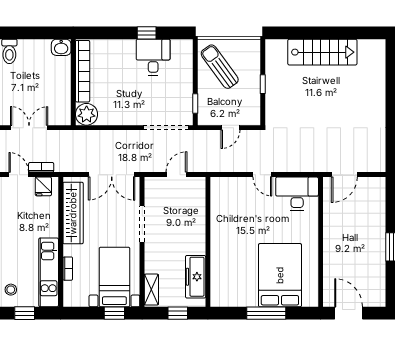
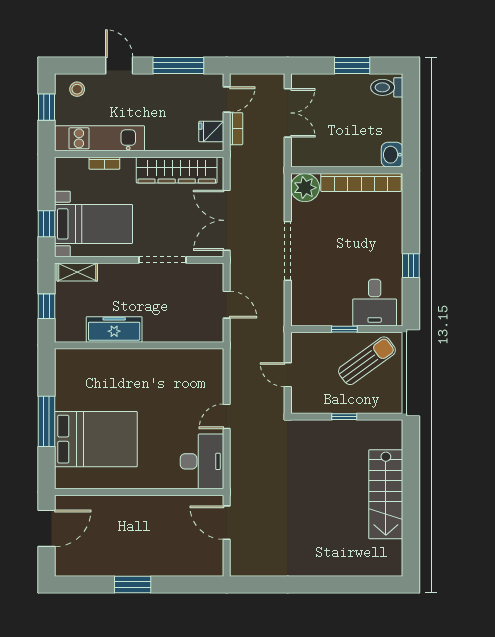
desk: (153, 57) -> (375, 303), moved, turned 90
window: (195, 103) -> (344, 329), moved
doorway: (166, 128) -> (288, 251), moved
freezer: (196, 277) -> (114, 329), moved

